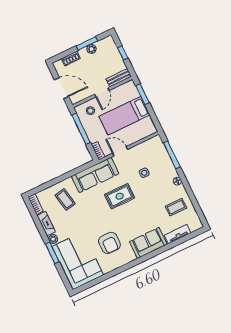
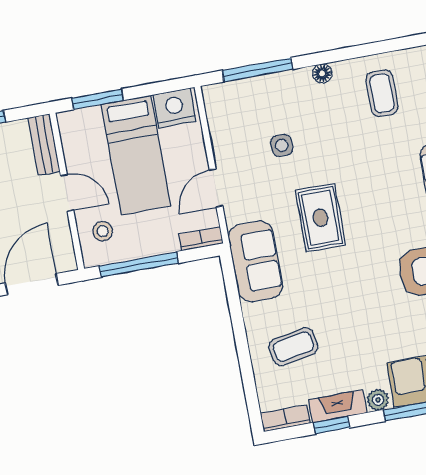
nightstand: (147, 126) -> (175, 108), added
sofa: (95, 175) -> (255, 261), width x0.73
window: (38, 223) -> (332, 425), added

